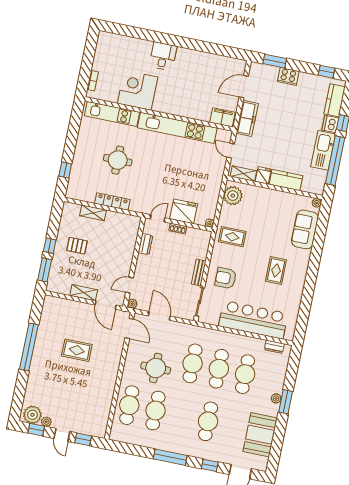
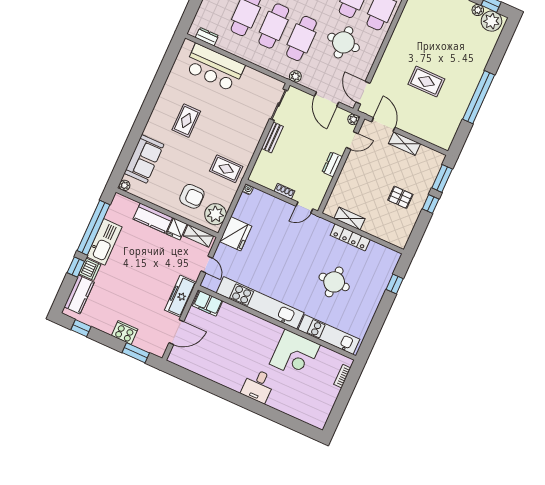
fridge: (184, 211) -> (236, 234), moved, turned -90
shelving: (93, 213) -> (350, 219), moved
dresser: (145, 244) -> (332, 164), moved
armchair: (226, 278) -> (192, 196), moved
bar counter: (253, 320) -> (214, 68), width x0.73
plant: (191, 330) -> (295, 76), added

